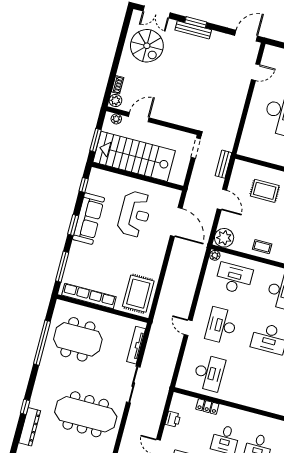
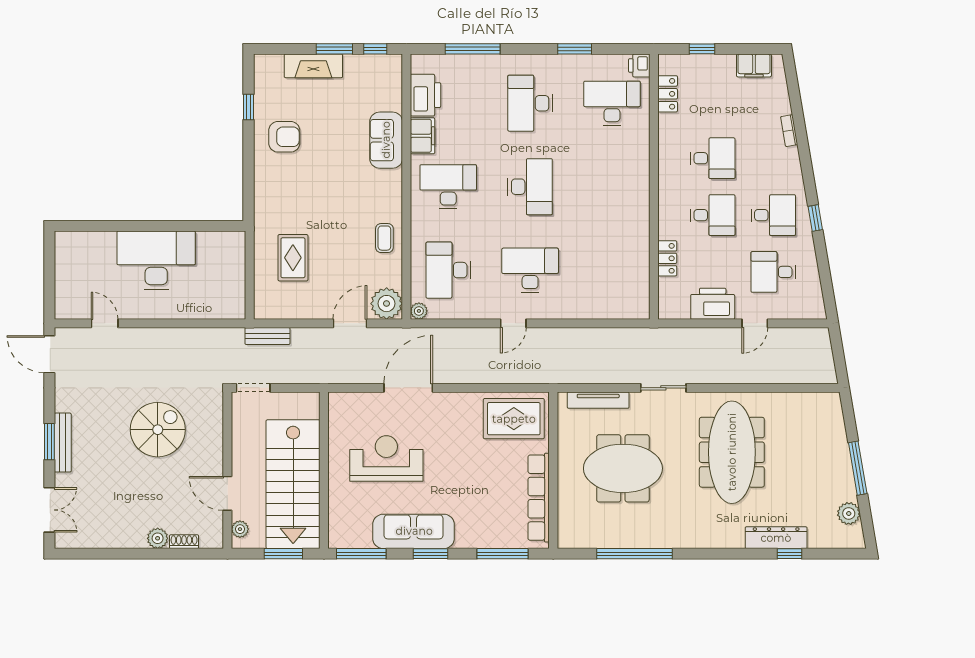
spiral stairs: (147, 46) -> (158, 430), moved
plant: (115, 100) -> (158, 538), moved
window: (84, 185) -> (361, 554), width x2.17
door: (222, 200) -> (350, 323), moved
door: (176, 222) -> (408, 388), moved
desk: (221, 326) -> (530, 270), turned 180
door: (188, 328) -> (513, 323), moved
meeting table: (78, 339) -> (623, 468), moved, turned 90
desk: (209, 373) -> (612, 270), removed
sliding door: (133, 385) -> (663, 388), width x0.73
window: (25, 407) -> (789, 554), moved
printer: (173, 419) -> (713, 304), width x1.87, depth x1.48

